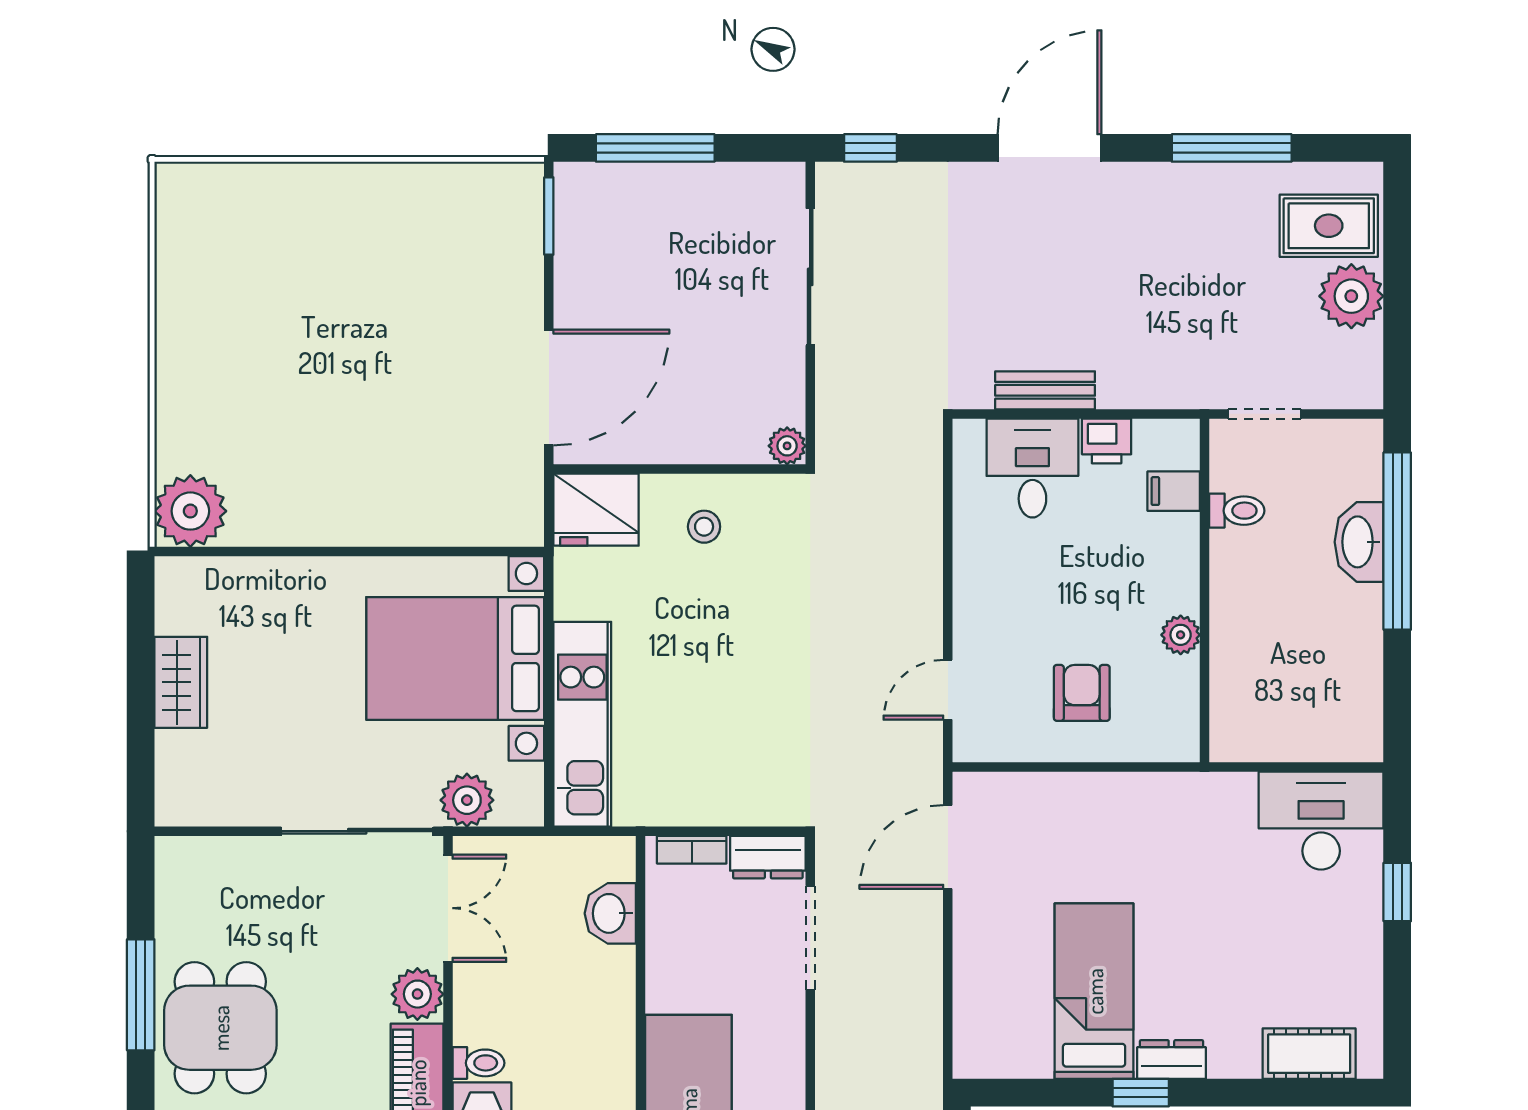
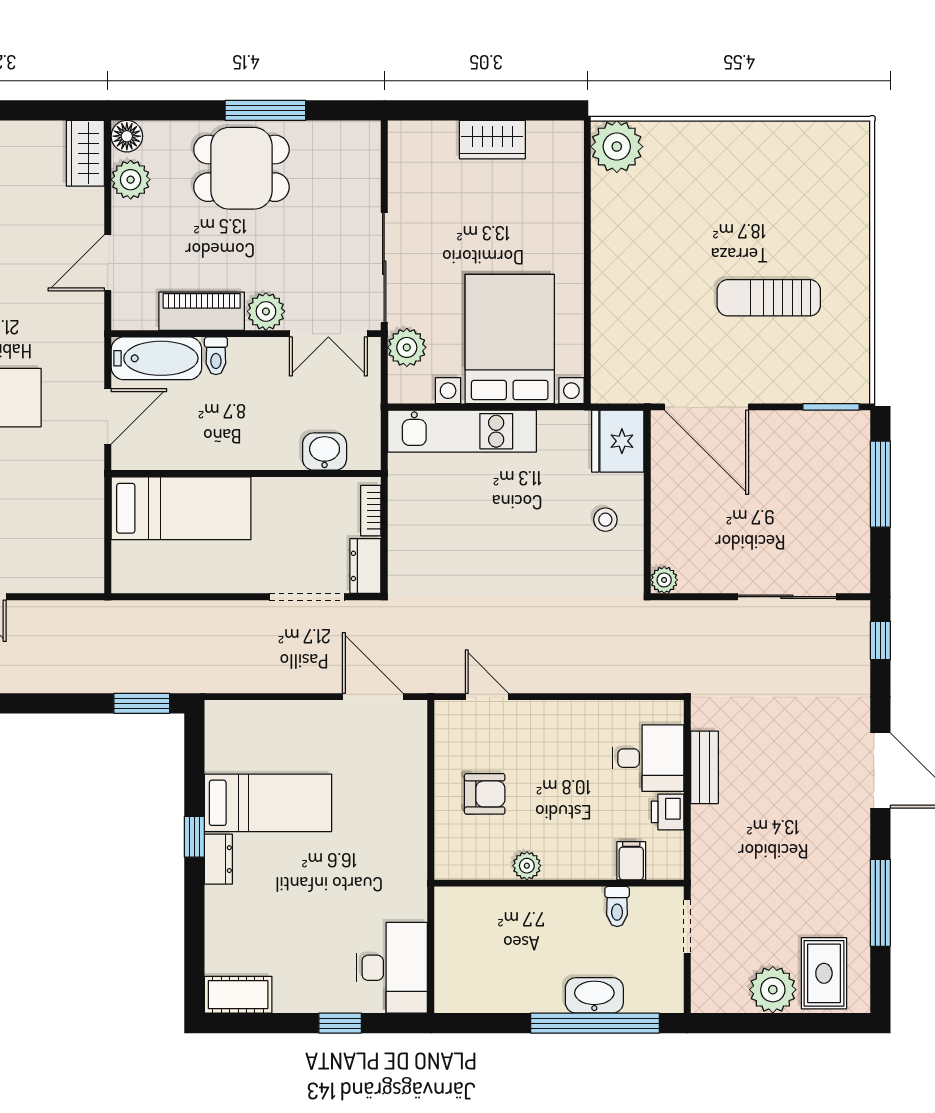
sun lounger: (399, 302) -> (769, 298), added
cot: (1309, 1054) -> (238, 995), moved, turned 90

